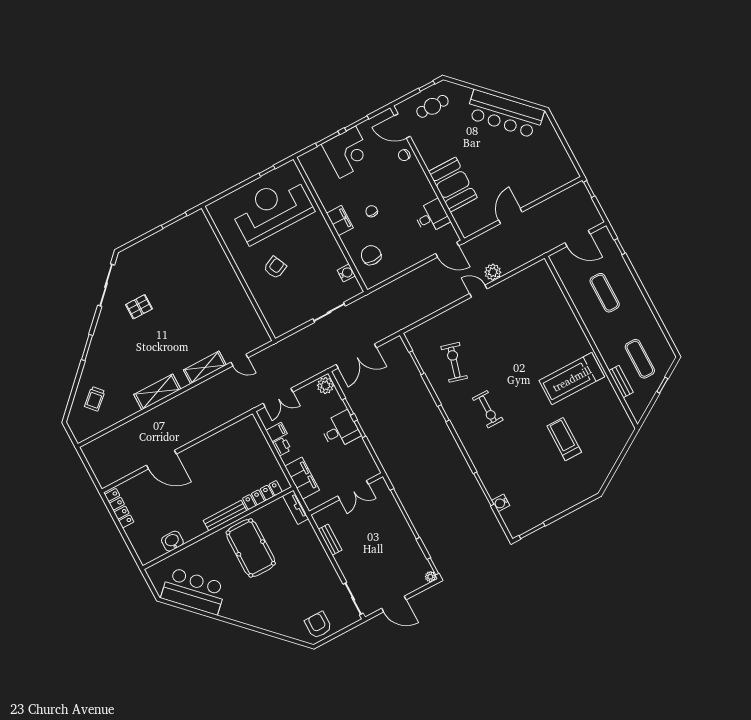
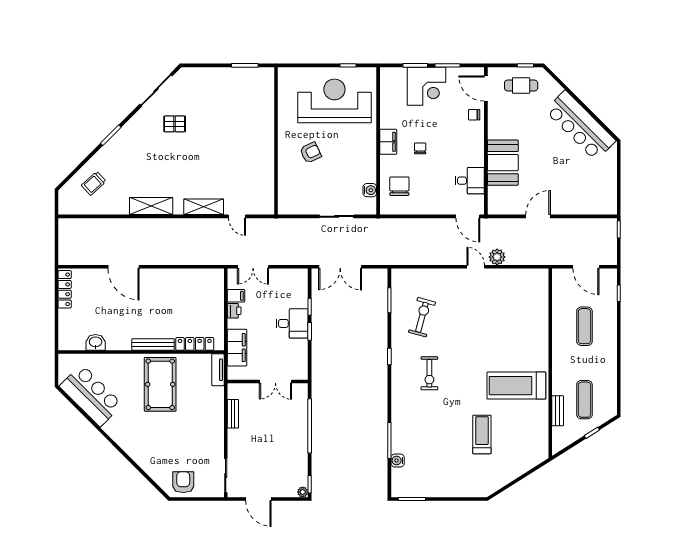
plant: (325, 386) -> (300, 278), removed

